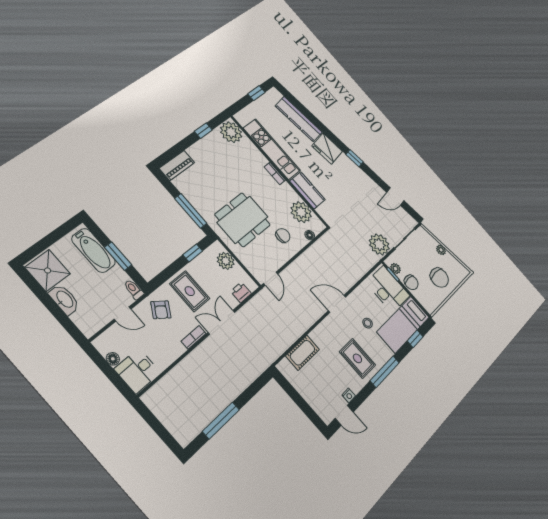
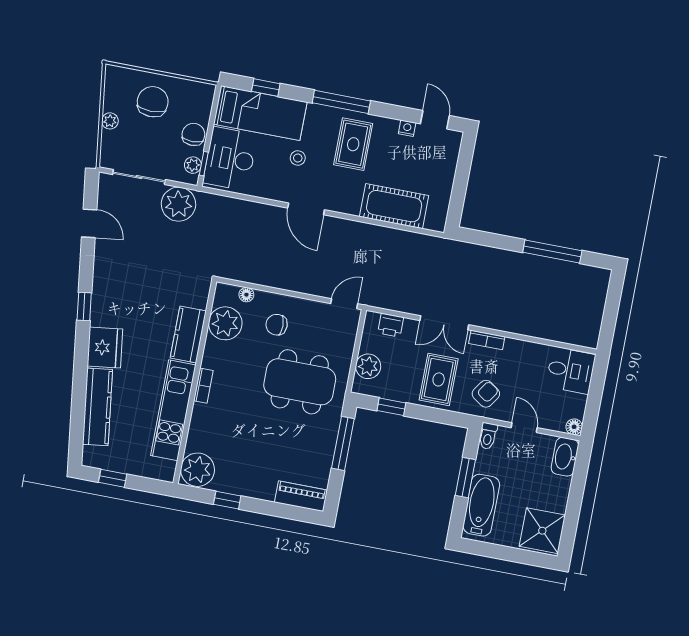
washbasin: (64, 299) -> (565, 457), moved
cot: (303, 353) -> (394, 206), width x1.37, depth x1.34
floor lamp: (113, 359) -> (574, 427), moved

